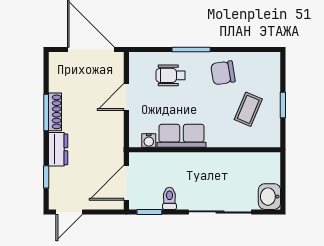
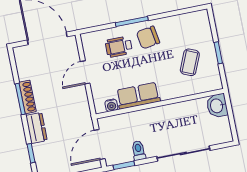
chair: (223, 73) -> (148, 37), moved
washbasin: (269, 197) -> (217, 106), moved

